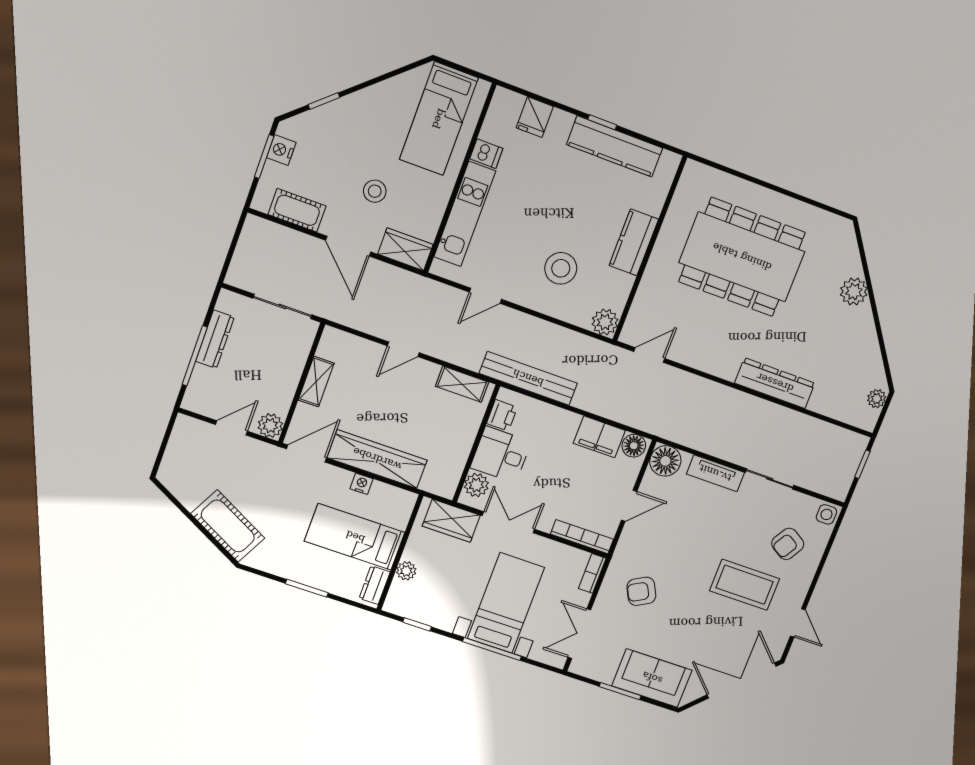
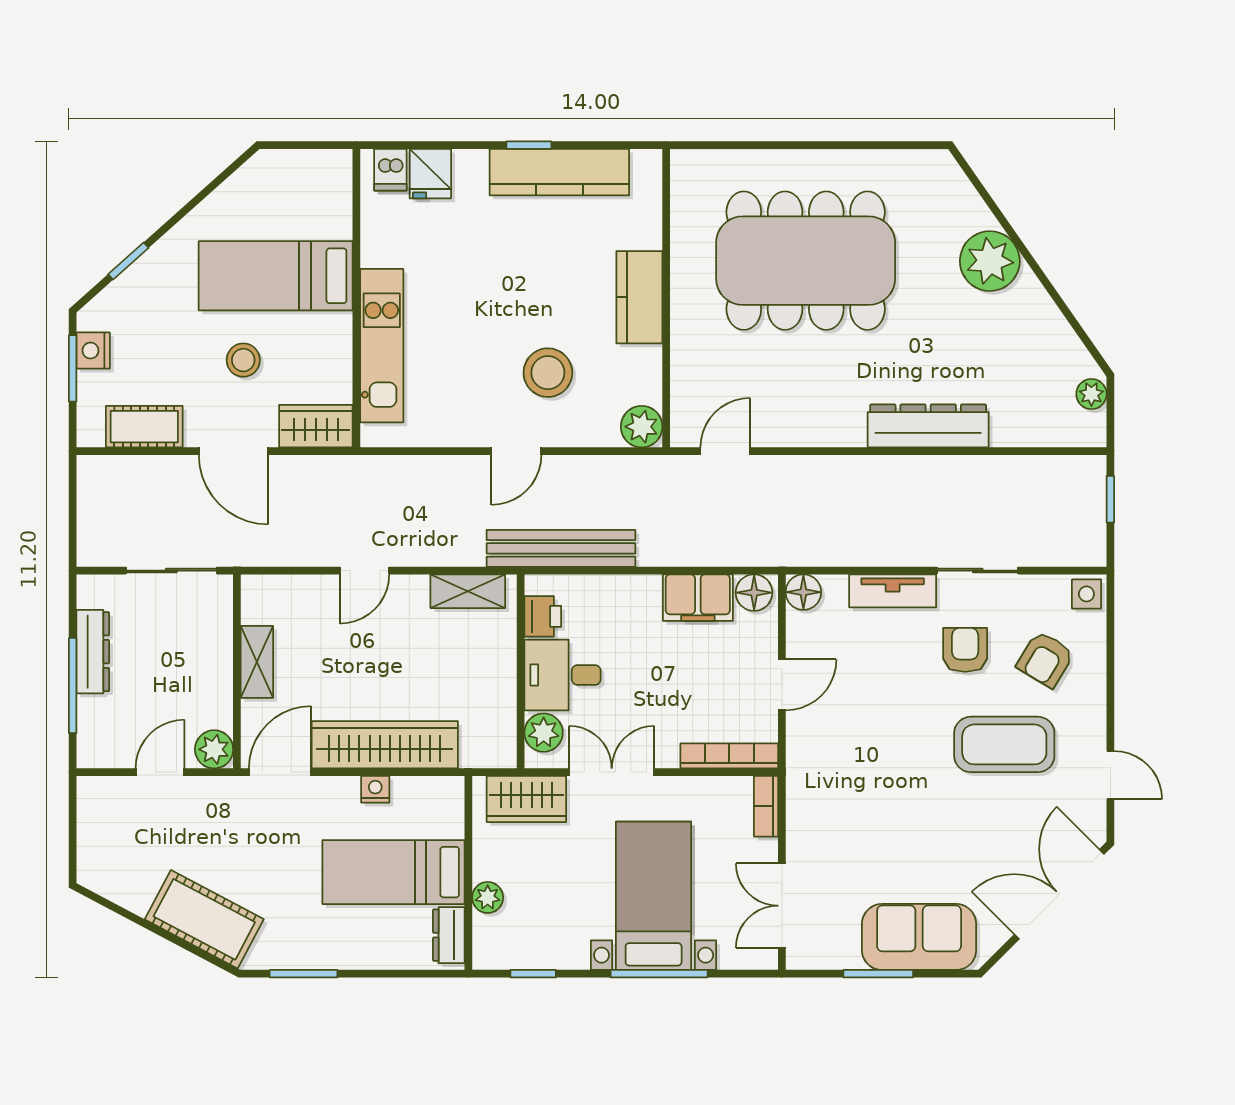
bed: (439, 119) -> (276, 276), moved, turned 90
dishwasher: (486, 154) -> (390, 170), moved, turned 90
plant: (854, 291) -> (990, 261), width x1.36, depth x1.36
door: (485, 296) -> (516, 451), moved
floor lamp: (665, 461) -> (803, 592), width x0.73, depth x0.73
window: (307, 588) -> (304, 974), moved
armchair: (641, 591) -> (965, 650), moved, turned 118

